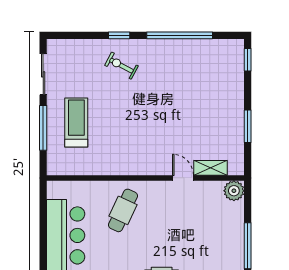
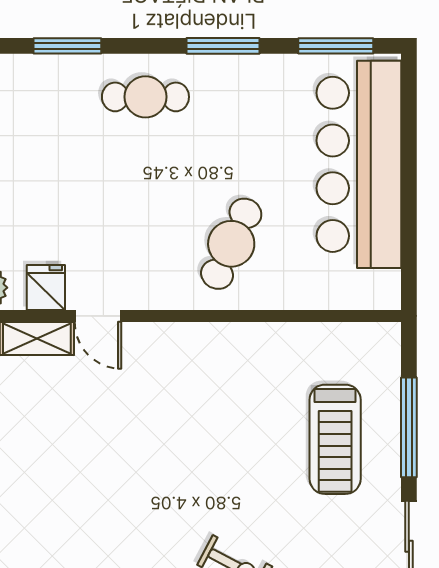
fridge: (206, 191) -> (46, 287), added

